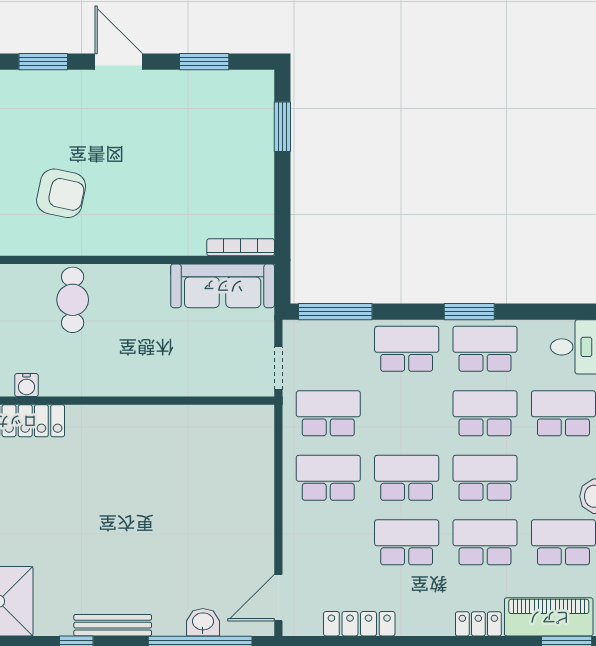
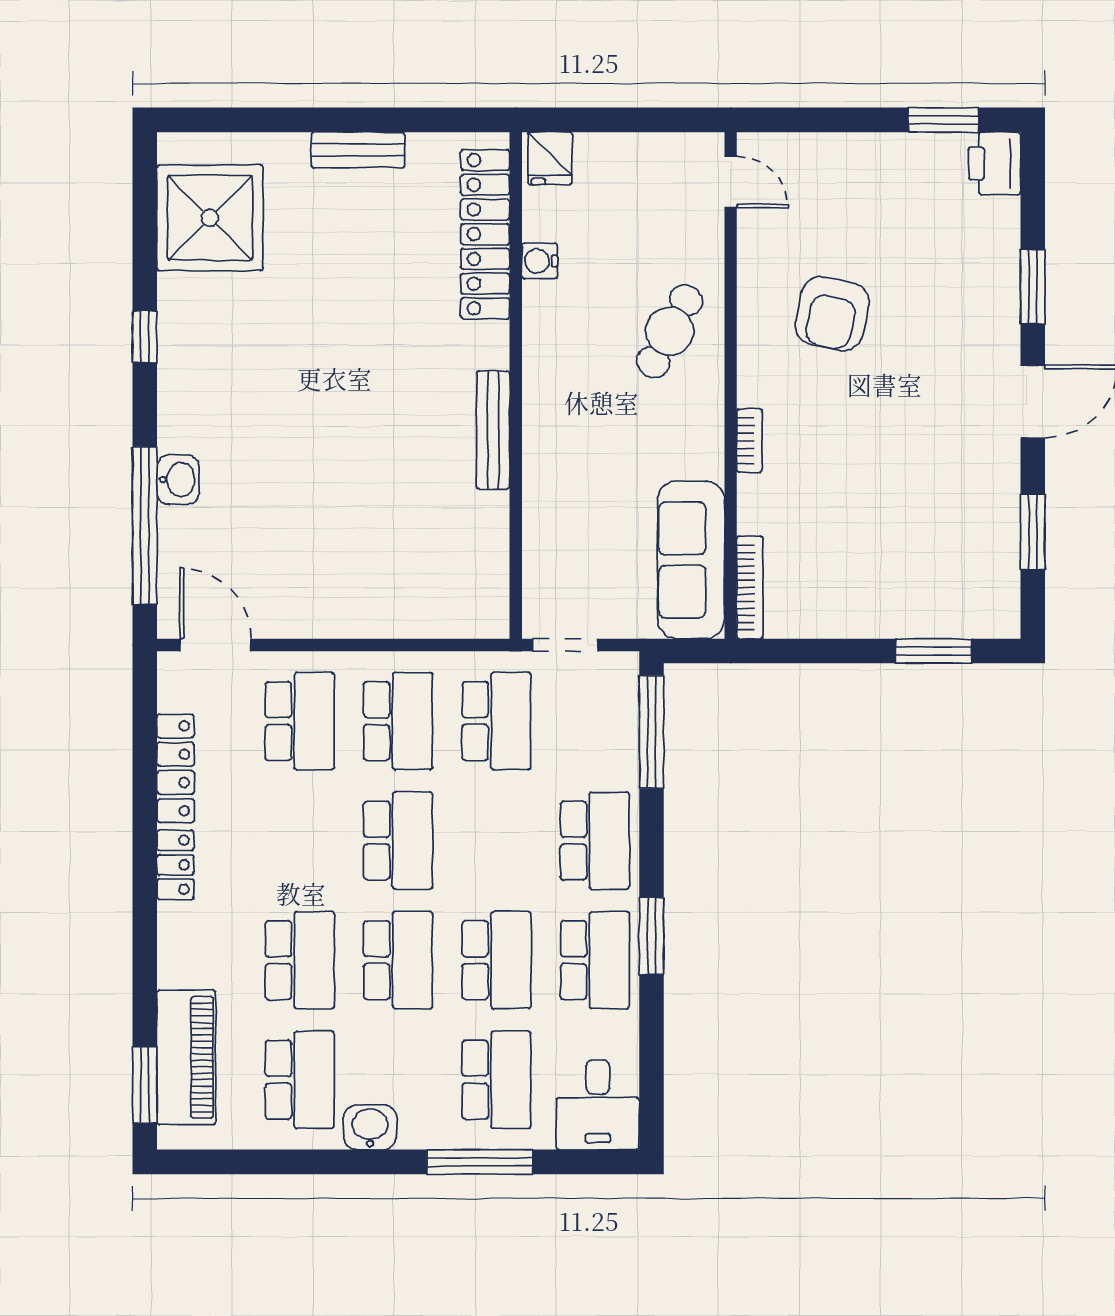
bookcase: (144, 247) -> (749, 441), added
cafe table: (73, 300) -> (670, 331), turned -62
school desk: (407, 542) -> (300, 721), moved
washbasin: (203, 622) -> (178, 480), moved
locker: (478, 624) -> (175, 865), moved
bench: (113, 625) -> (493, 430), moved

